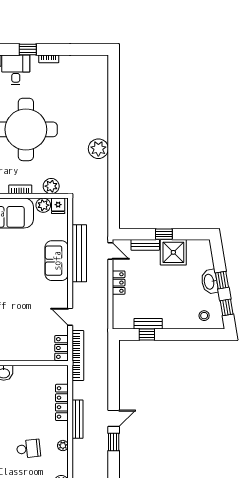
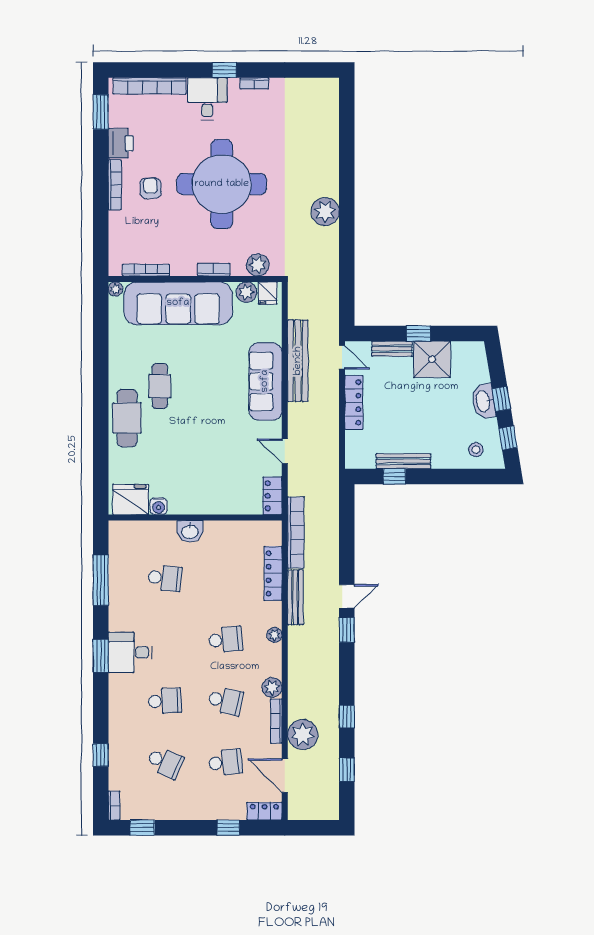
sofa: (57, 261) -> (265, 381), width x1.36
locker: (119, 283) -> (354, 402), width x1.53
bench: (148, 324) -> (403, 461), width x1.36
bookcase: (78, 355) -> (296, 533), moved

